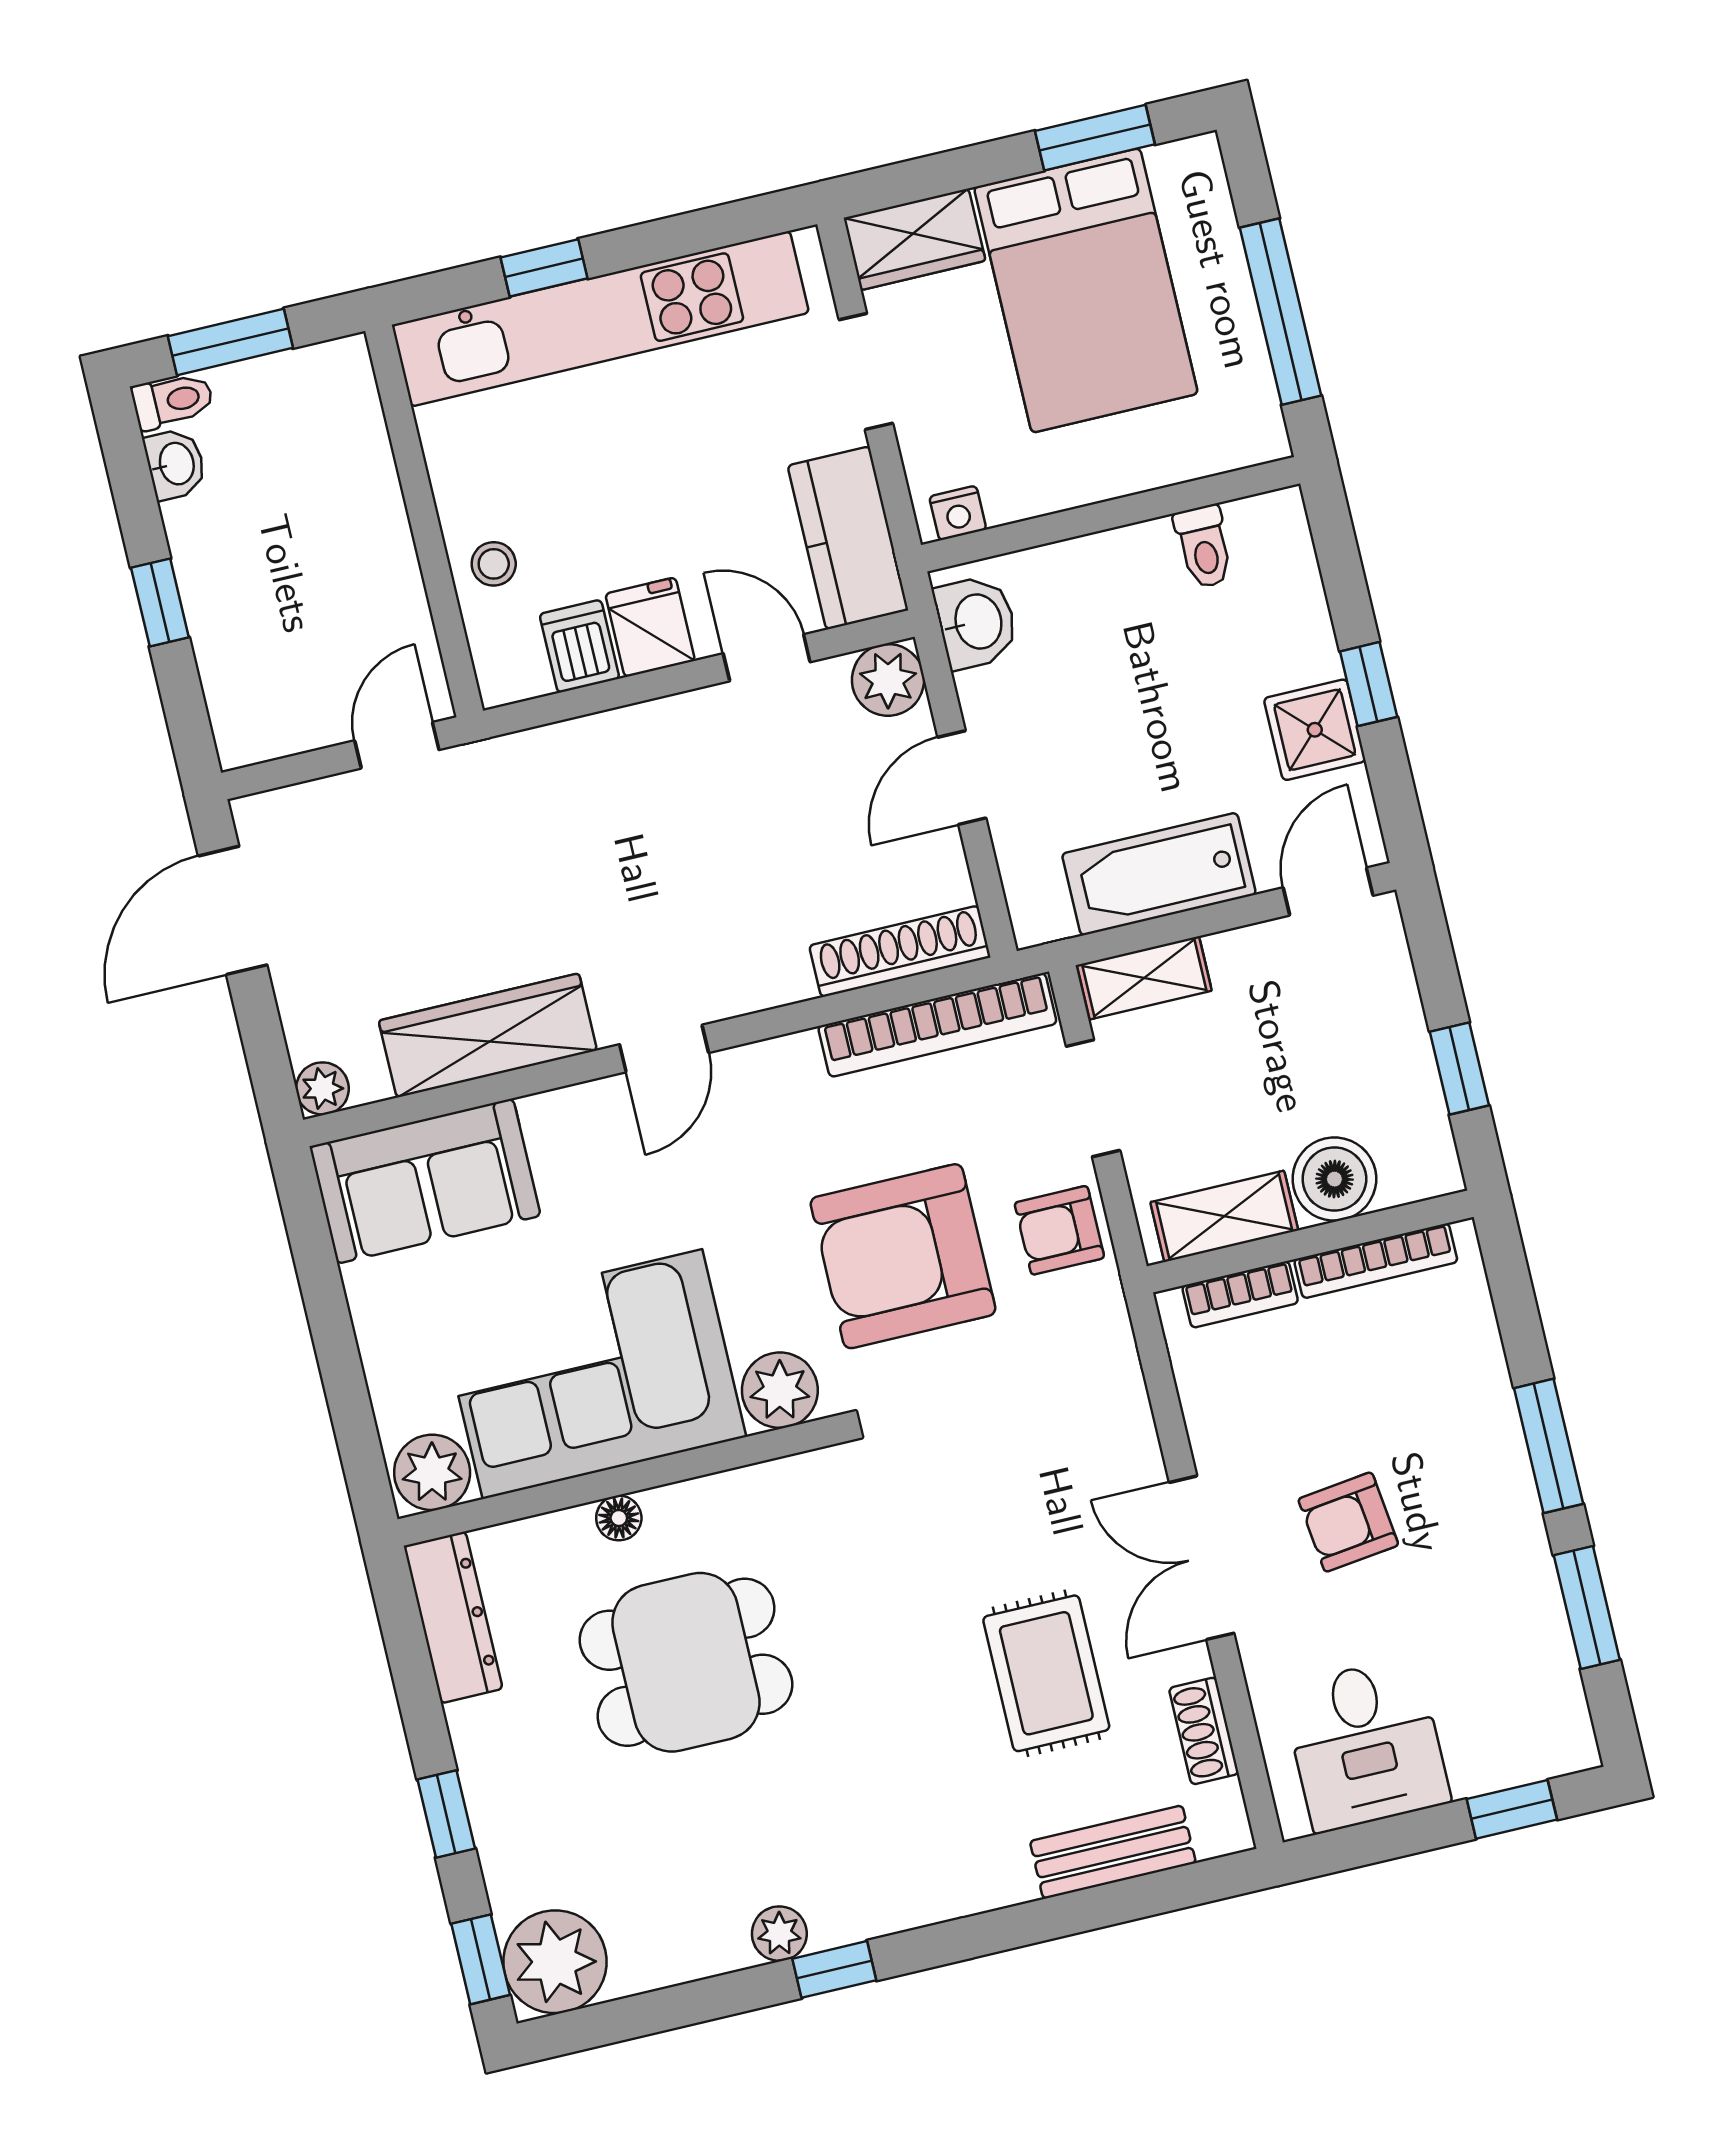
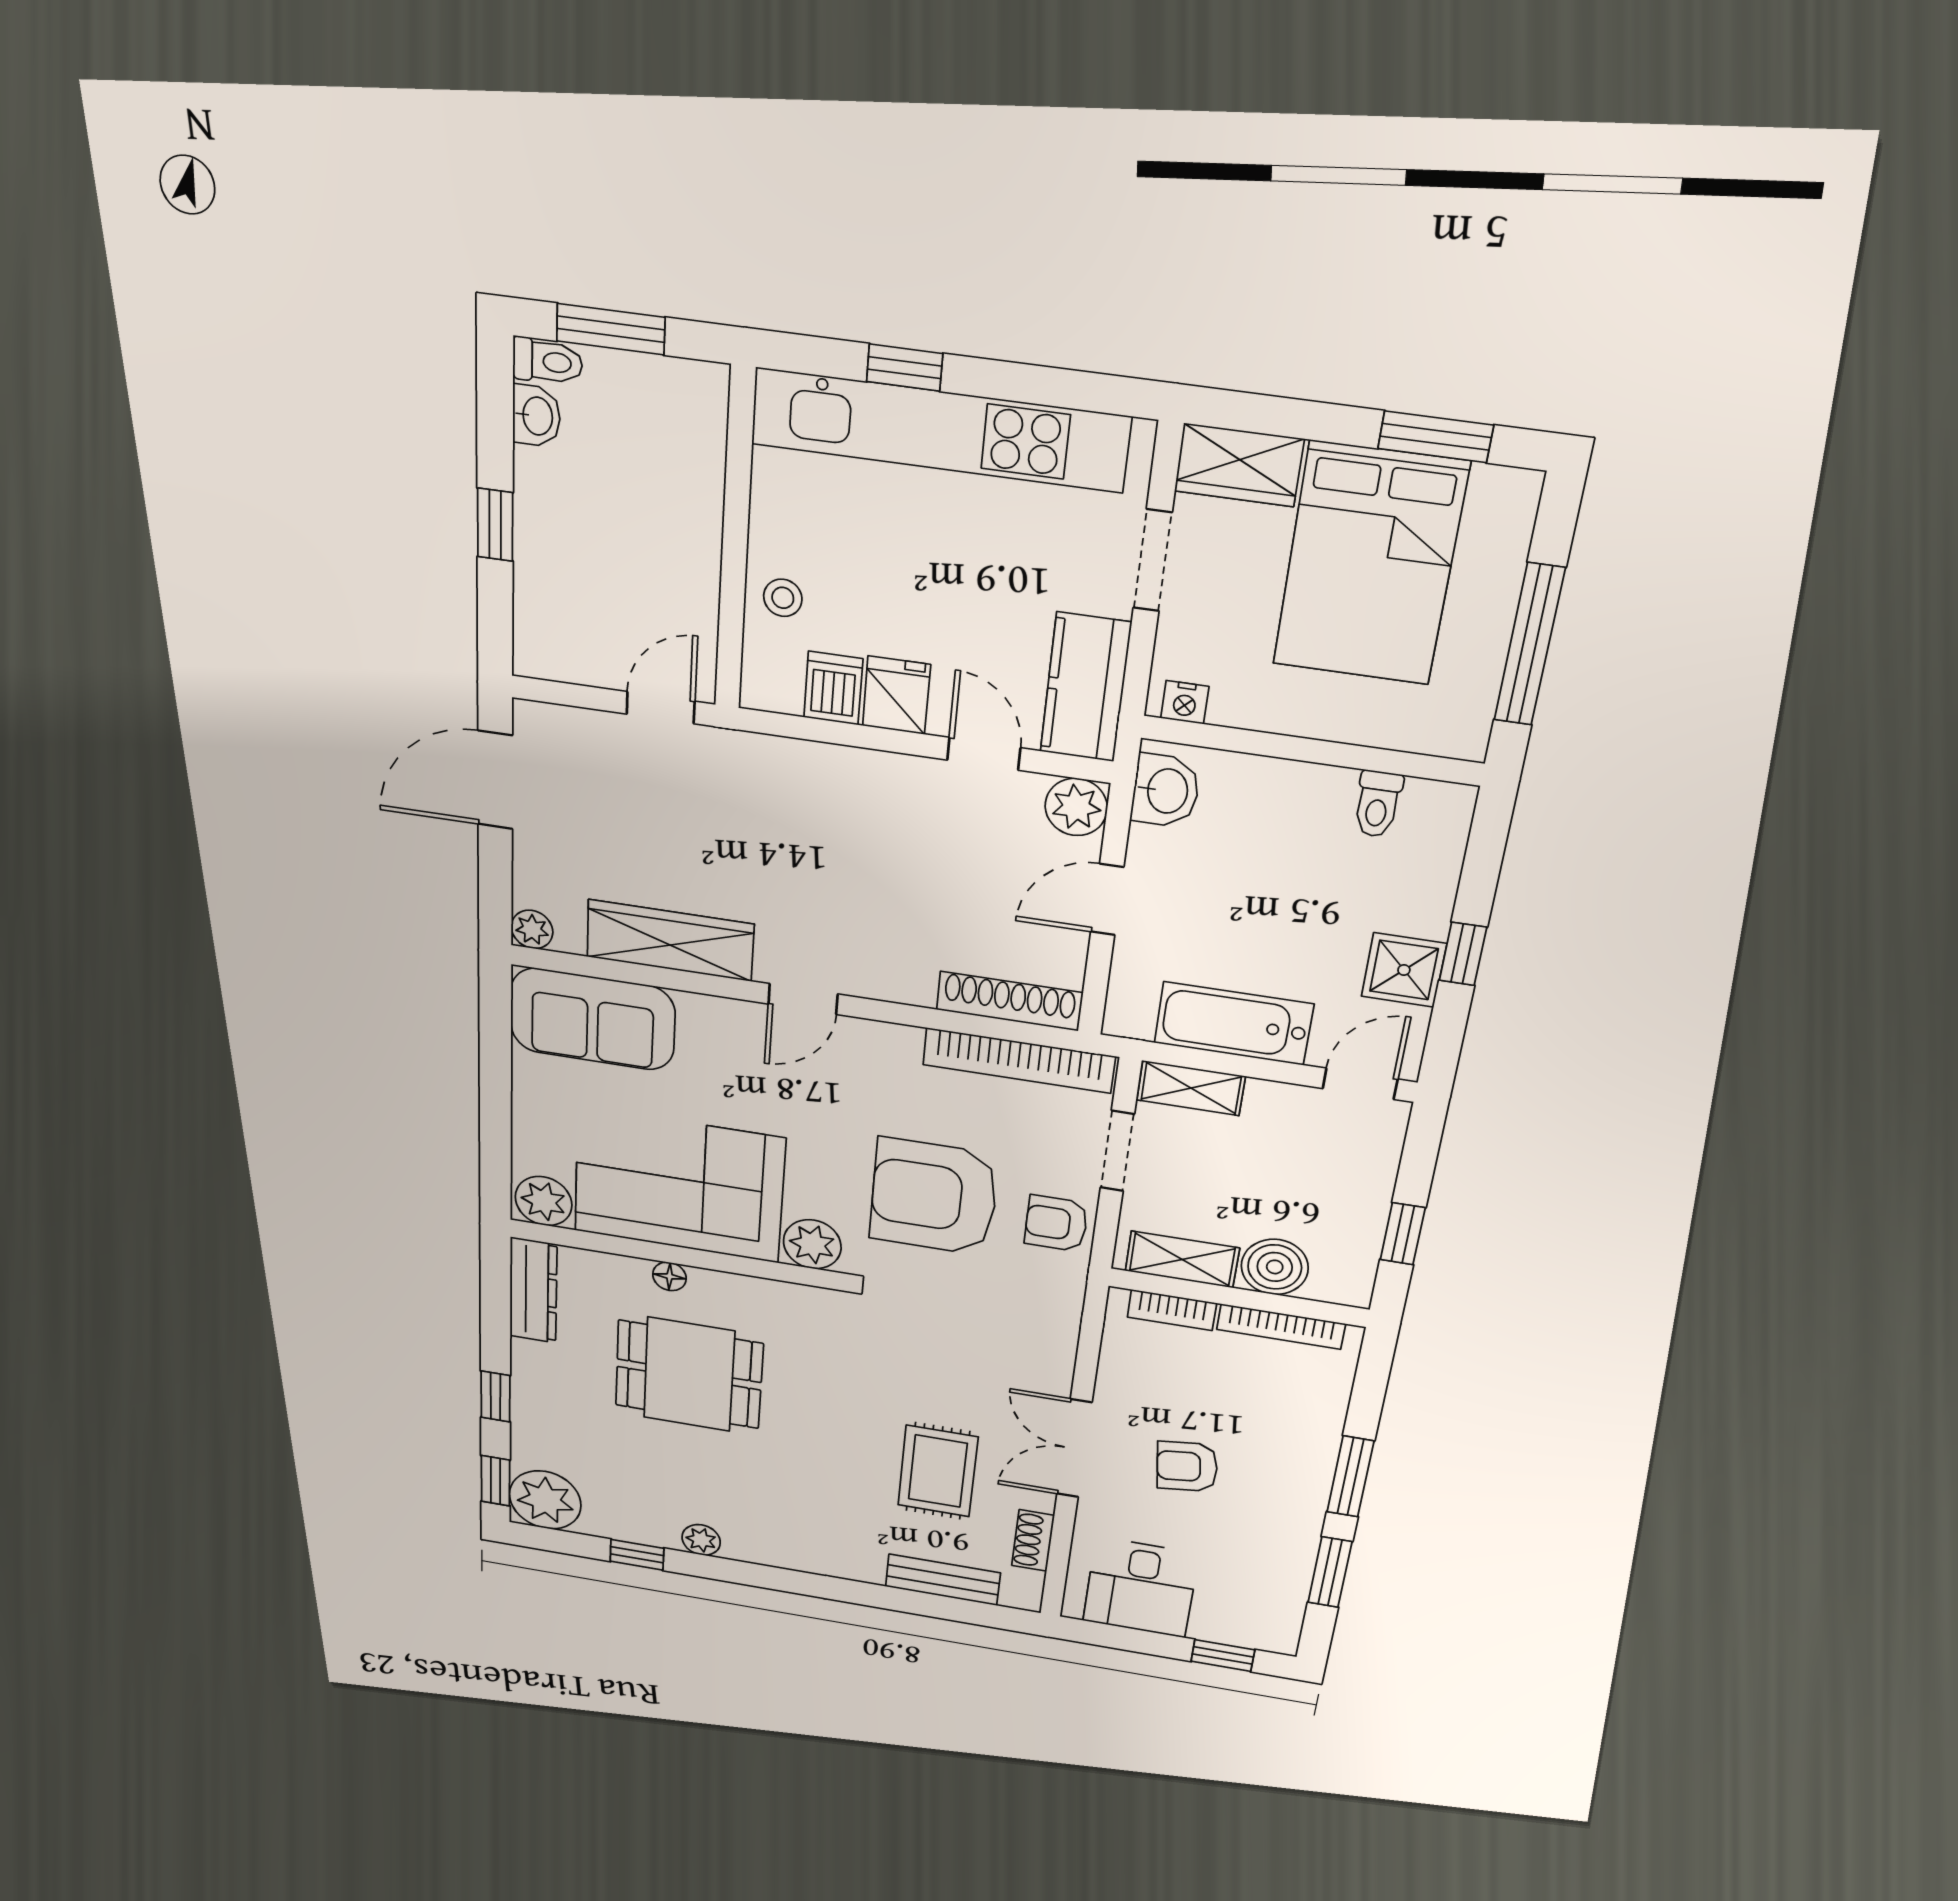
window: (834, 1969) -> (637, 1555), moved

